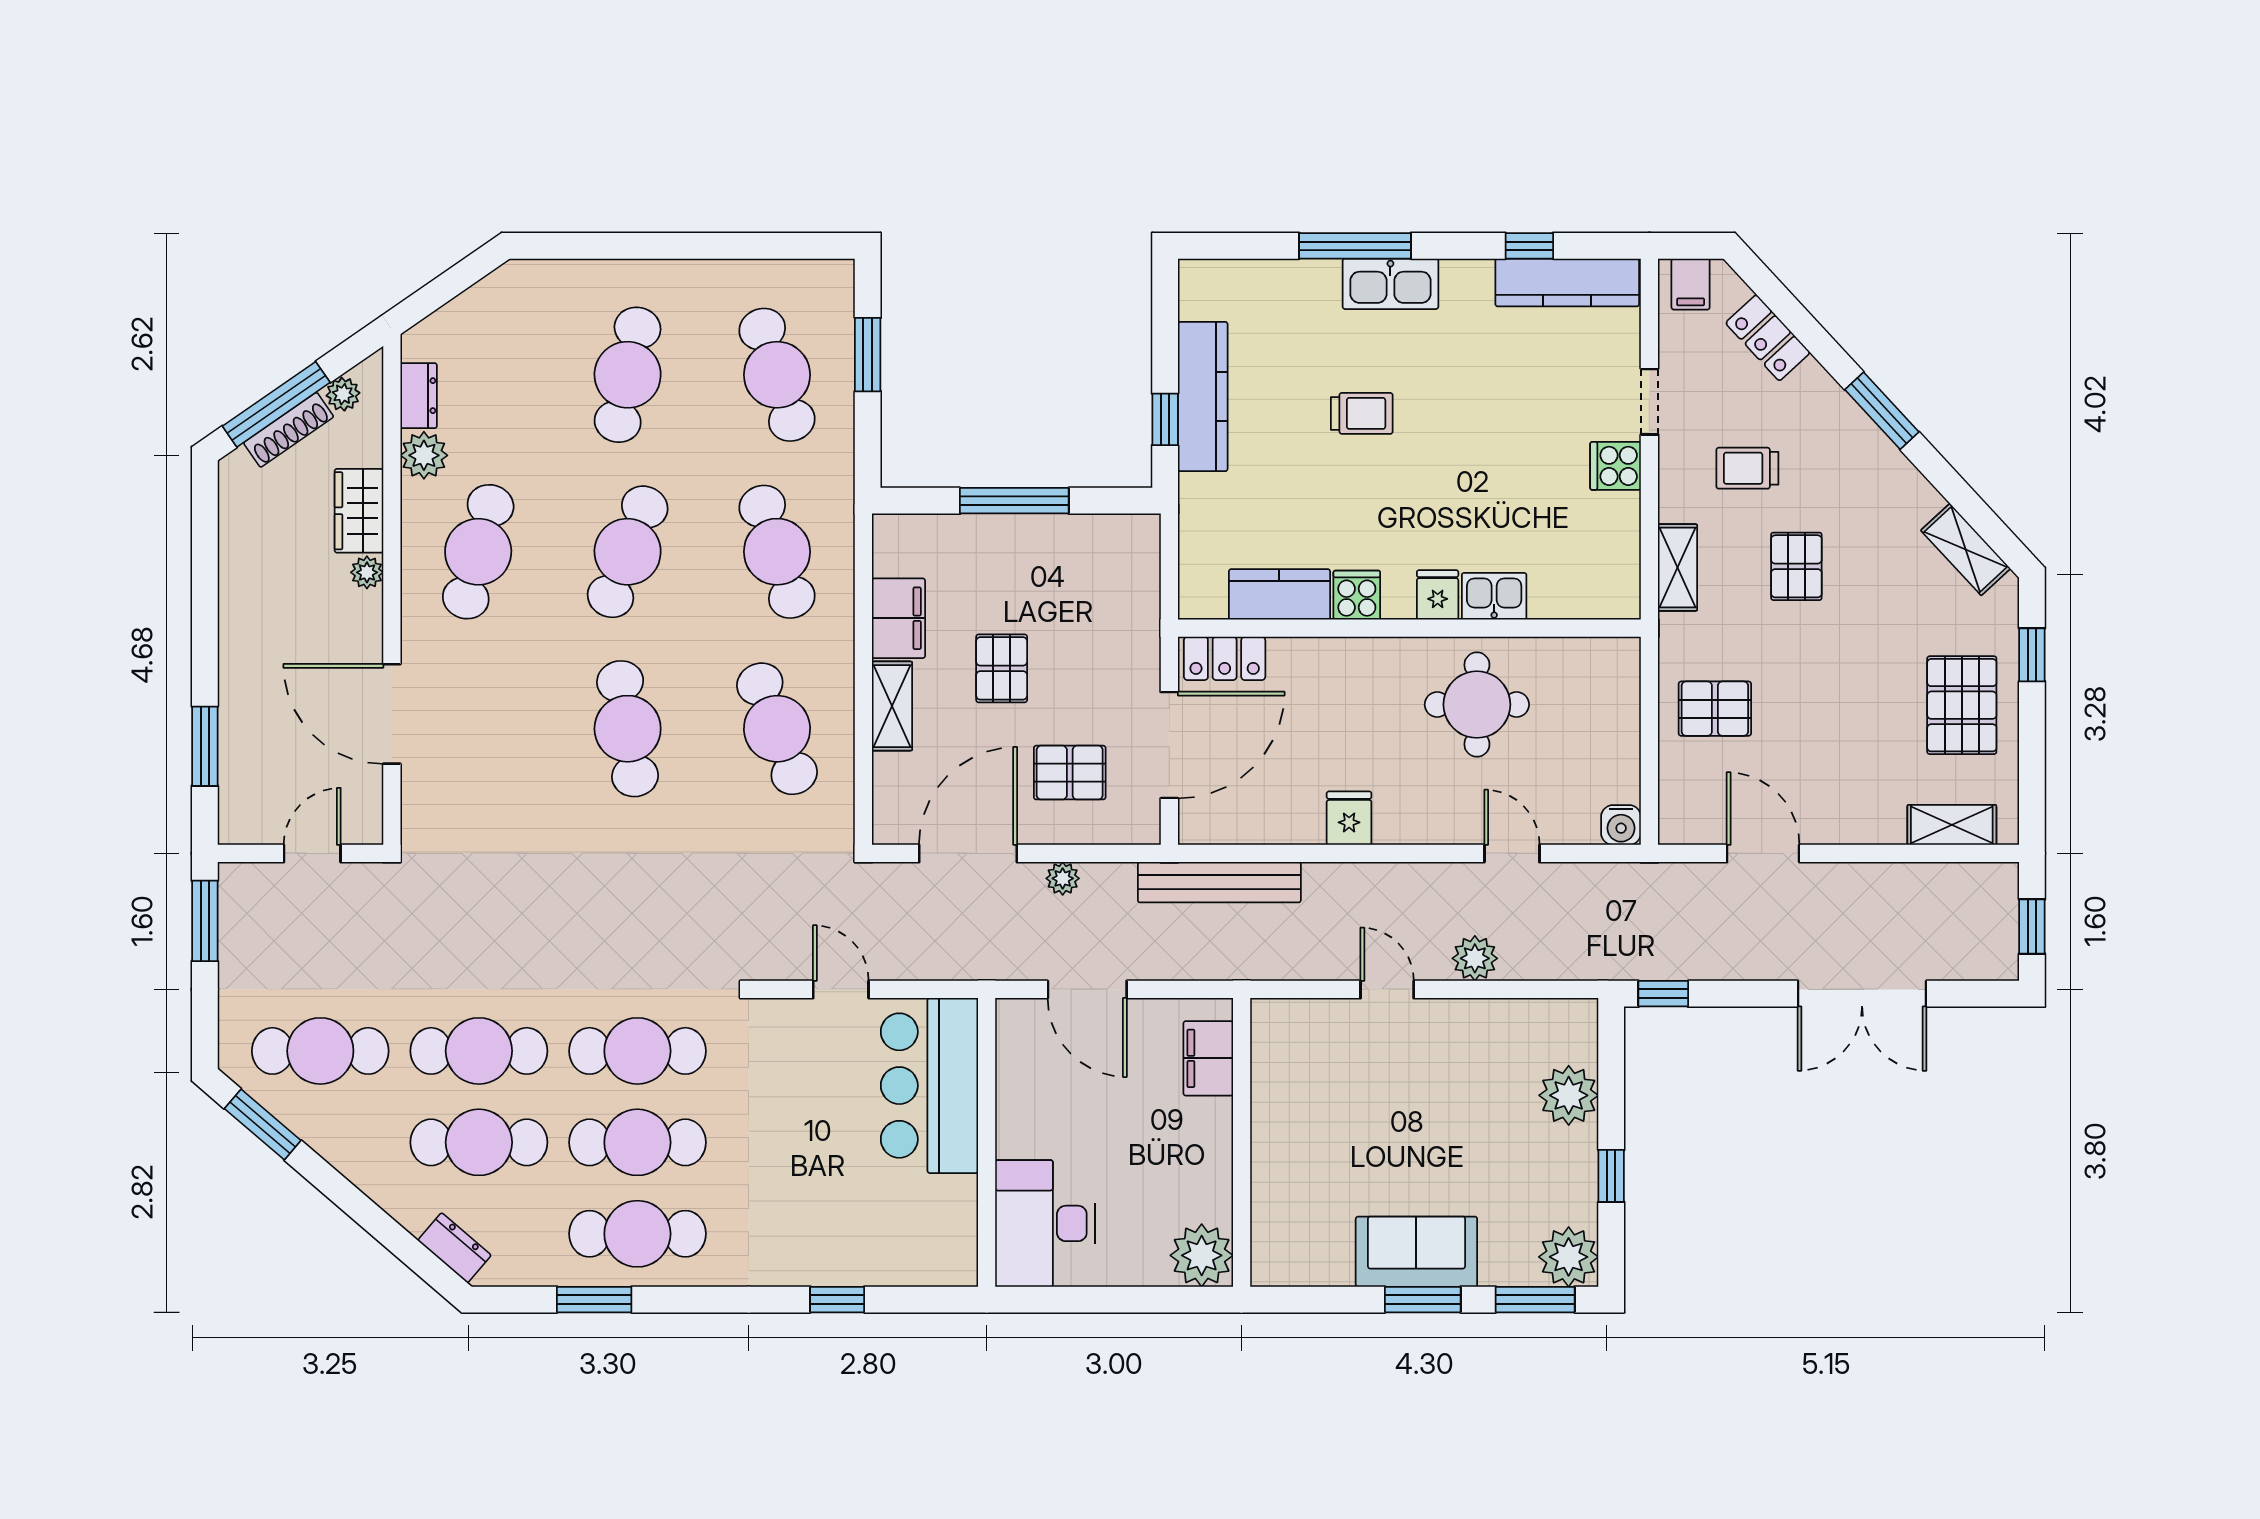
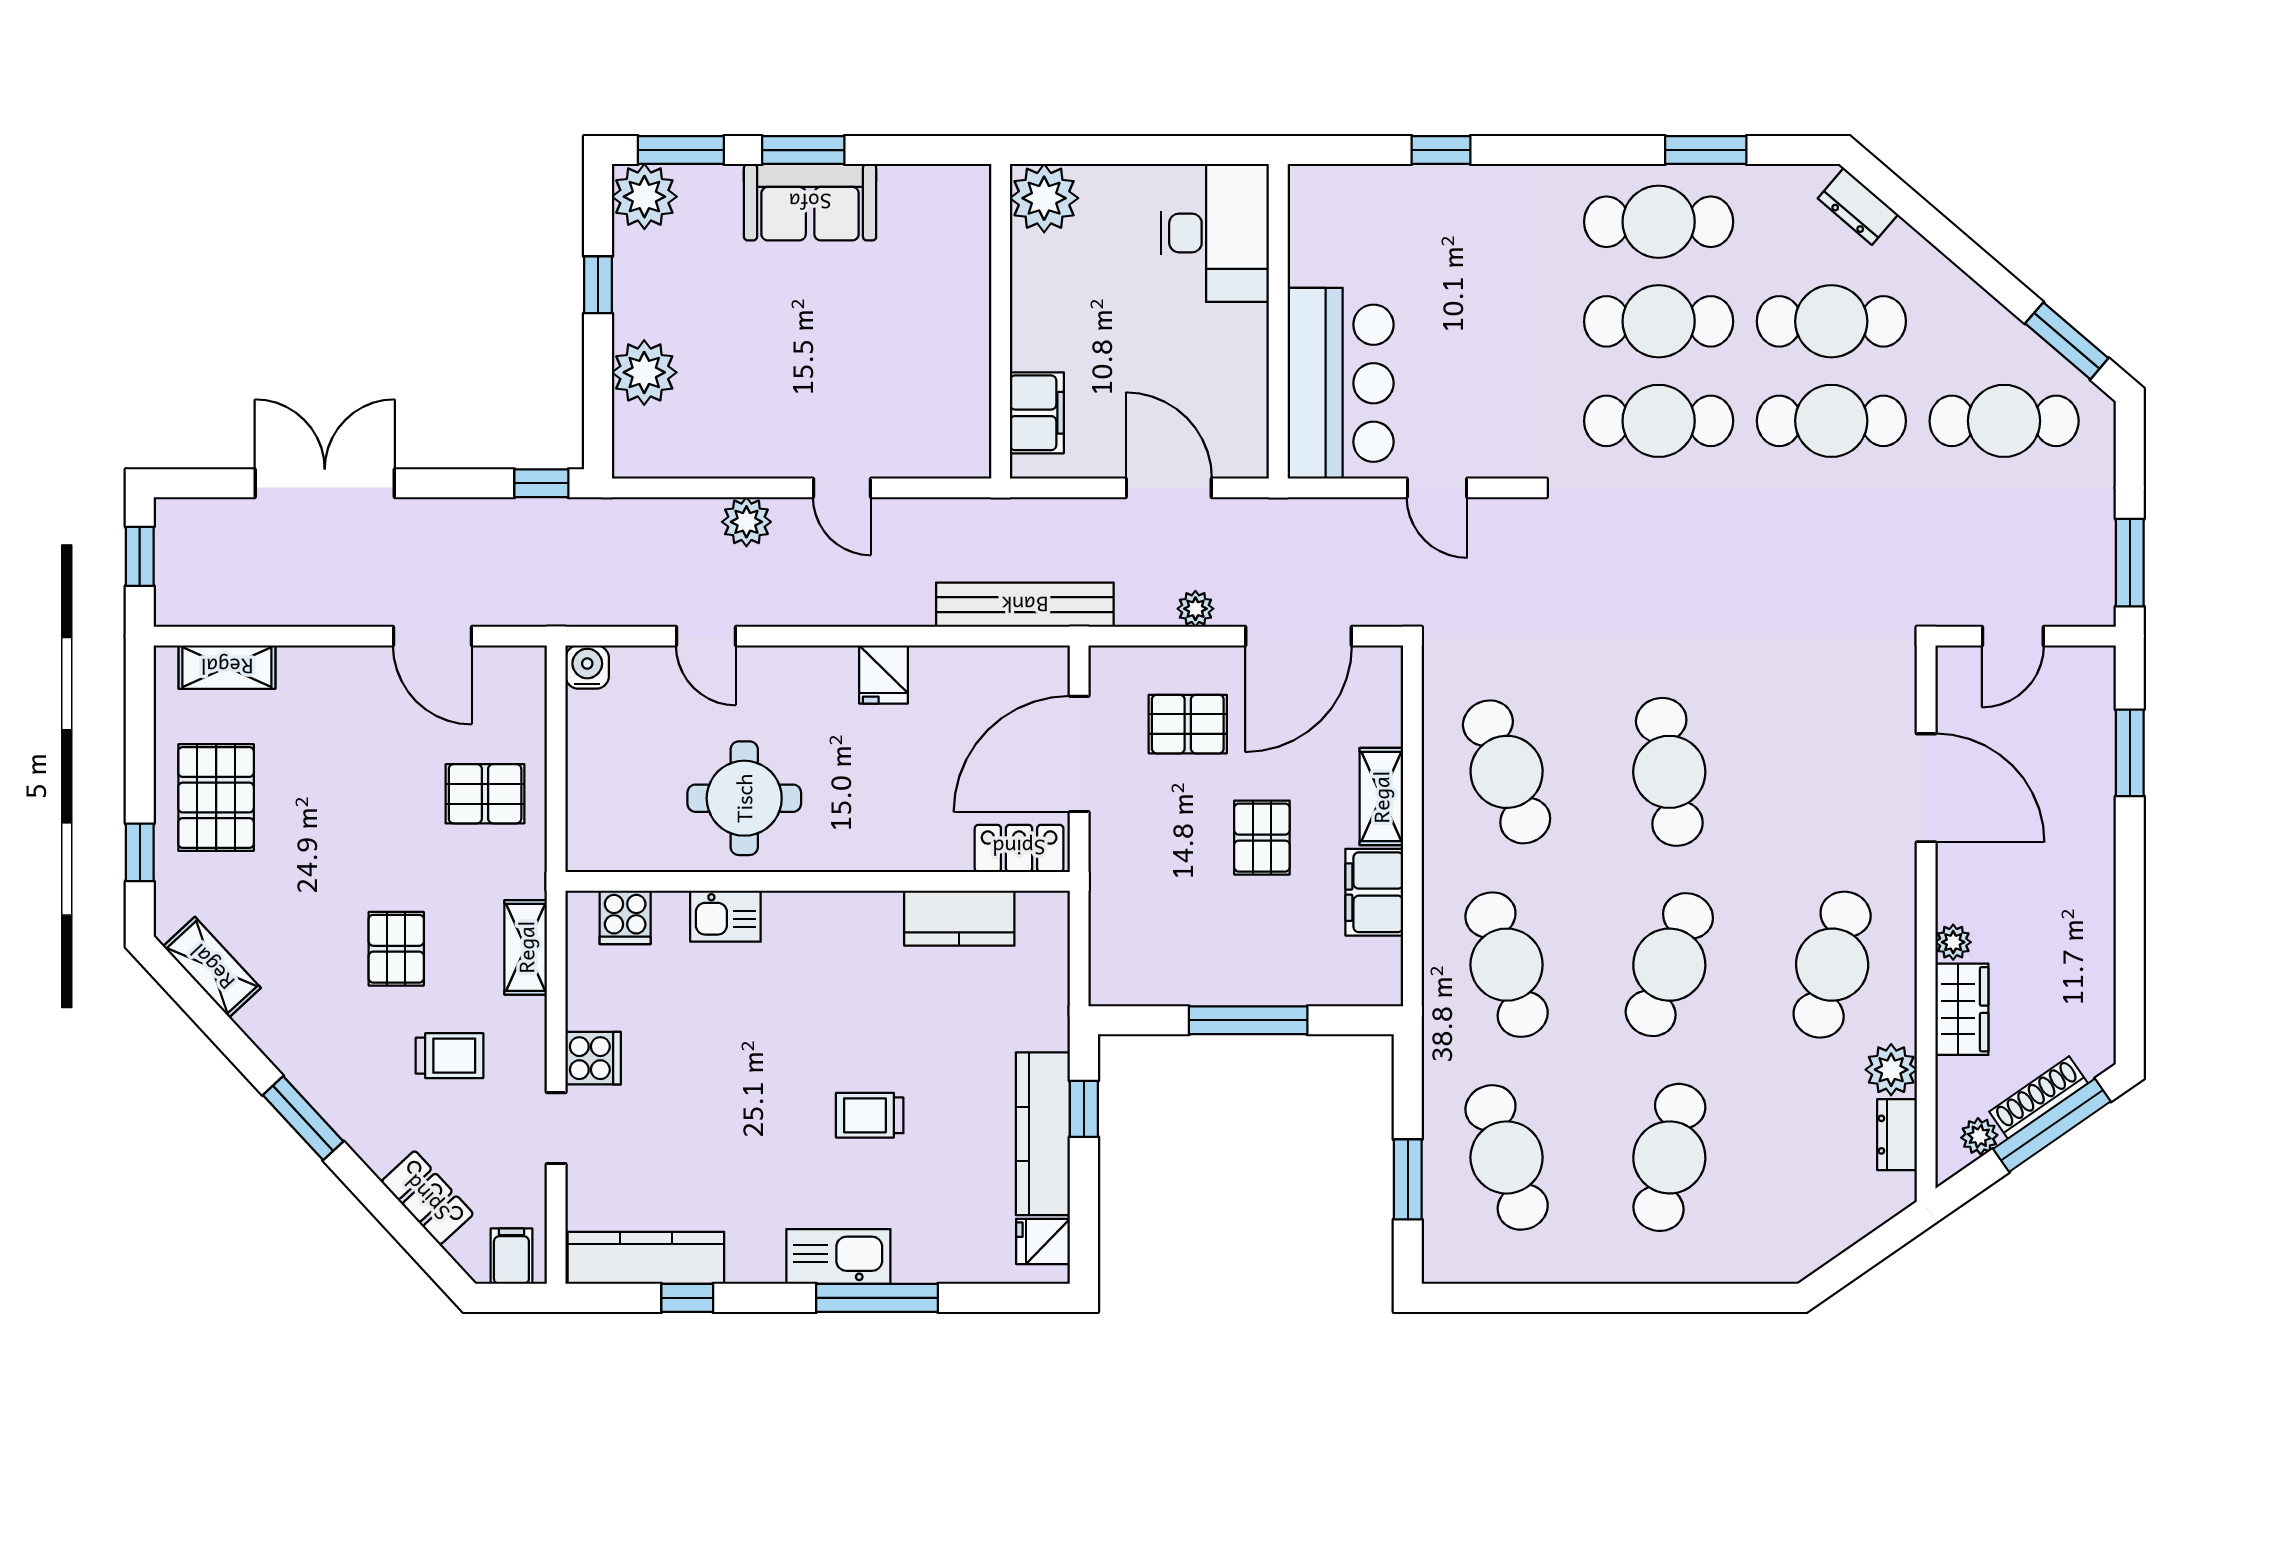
cooker: (1357, 595) -> (625, 917), moved
fridge: (1438, 595) -> (1043, 1241), moved, turned 90

